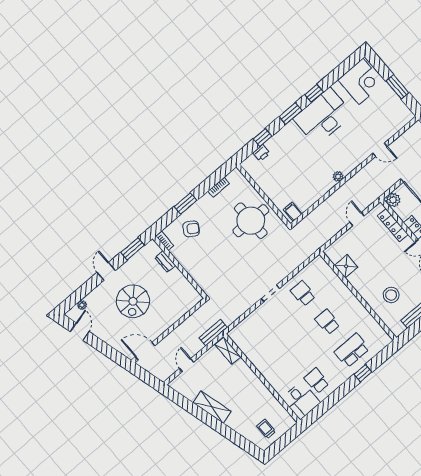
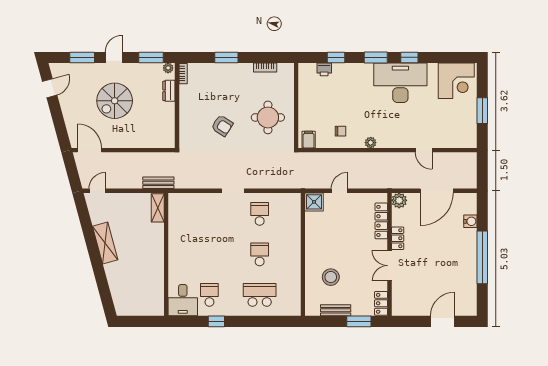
chair: (310, 187) -> (340, 131), added
door: (357, 219) -> (340, 191), moved
round table: (251, 221) -> (268, 117), width x0.73, depth x0.73
armchair: (191, 229) -> (222, 126), moved
shower: (346, 266) -> (314, 202), moved
window: (84, 290) -> (82, 57), added
plant: (82, 305) -> (168, 68), moved
door: (187, 365) -> (97, 191), moved
window: (363, 373) -> (216, 321), moved
trolley: (266, 429) -> (134, 299), removed

